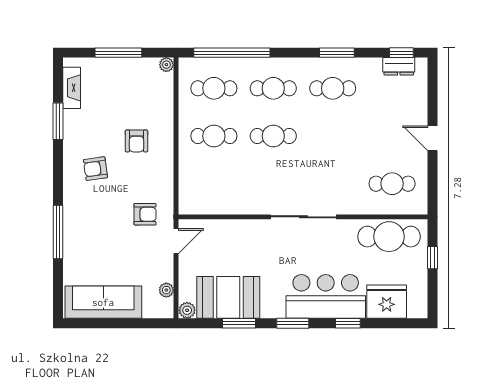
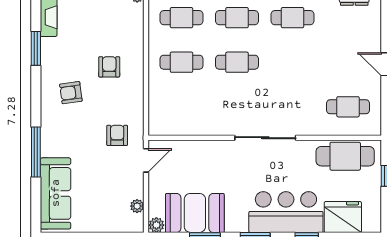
armchair: (136, 141) -> (109, 67), turned 180
armchair: (145, 214) -> (117, 135), turned -90
sofa: (103, 302) -> (56, 193), moved, turned 90

